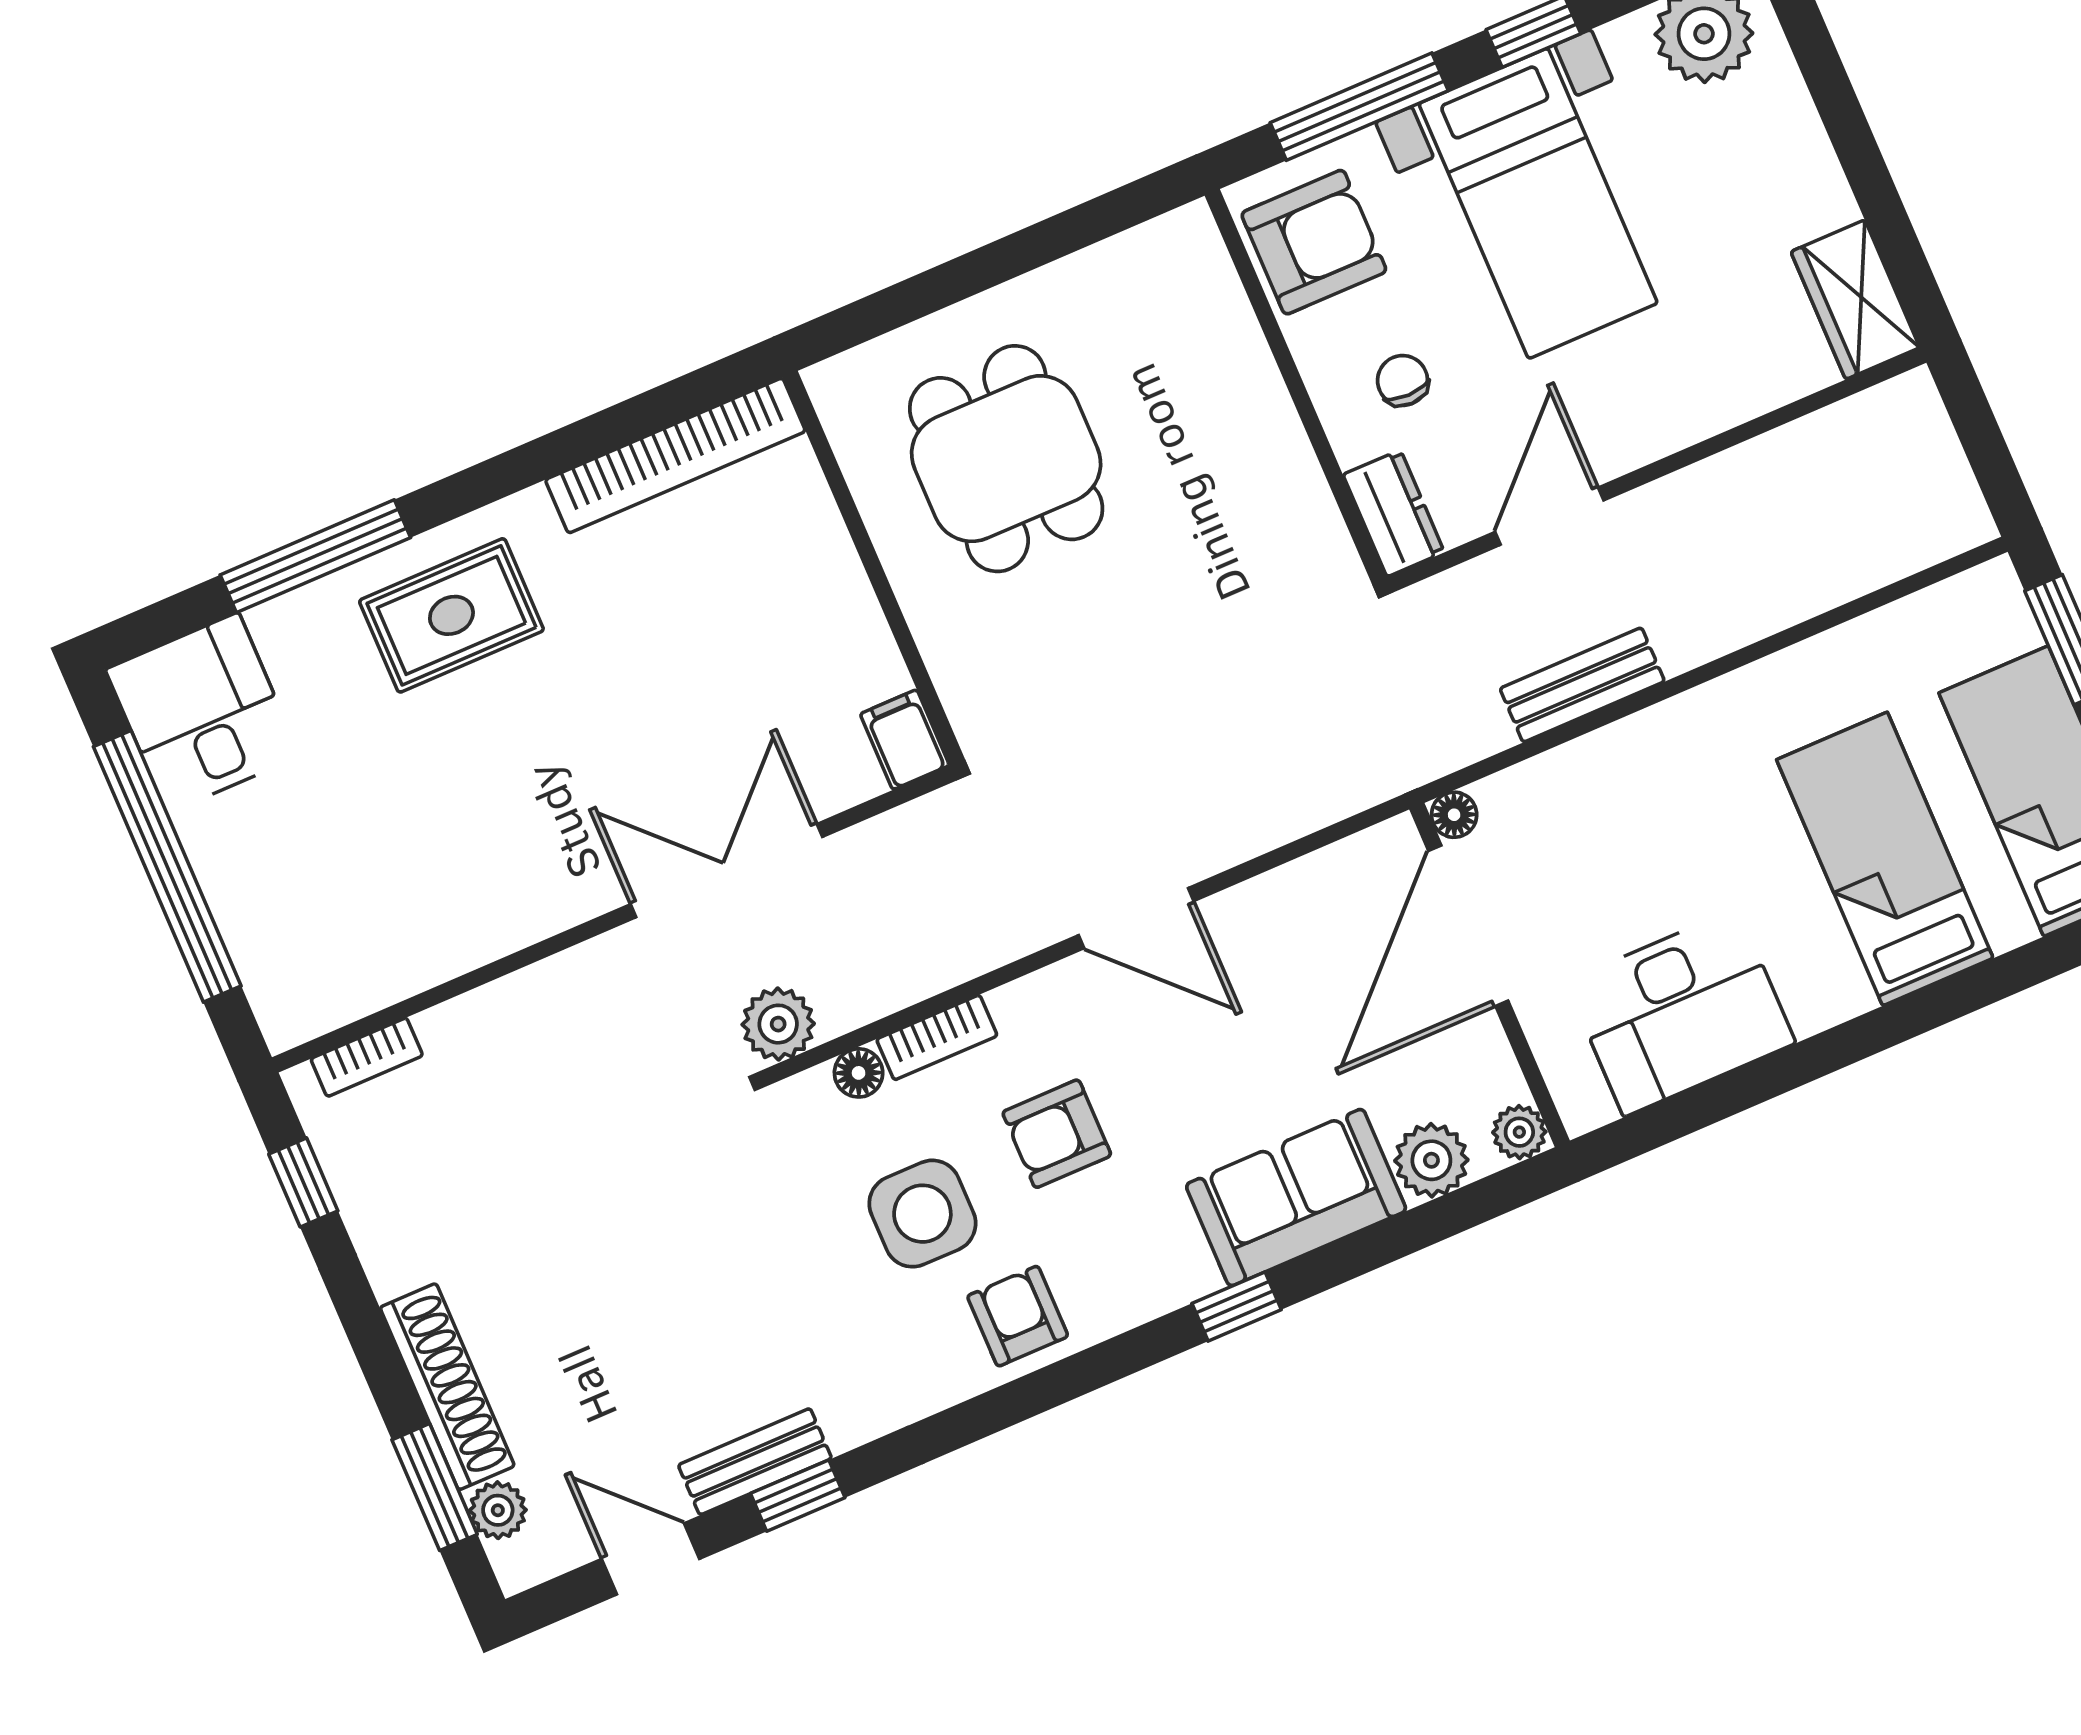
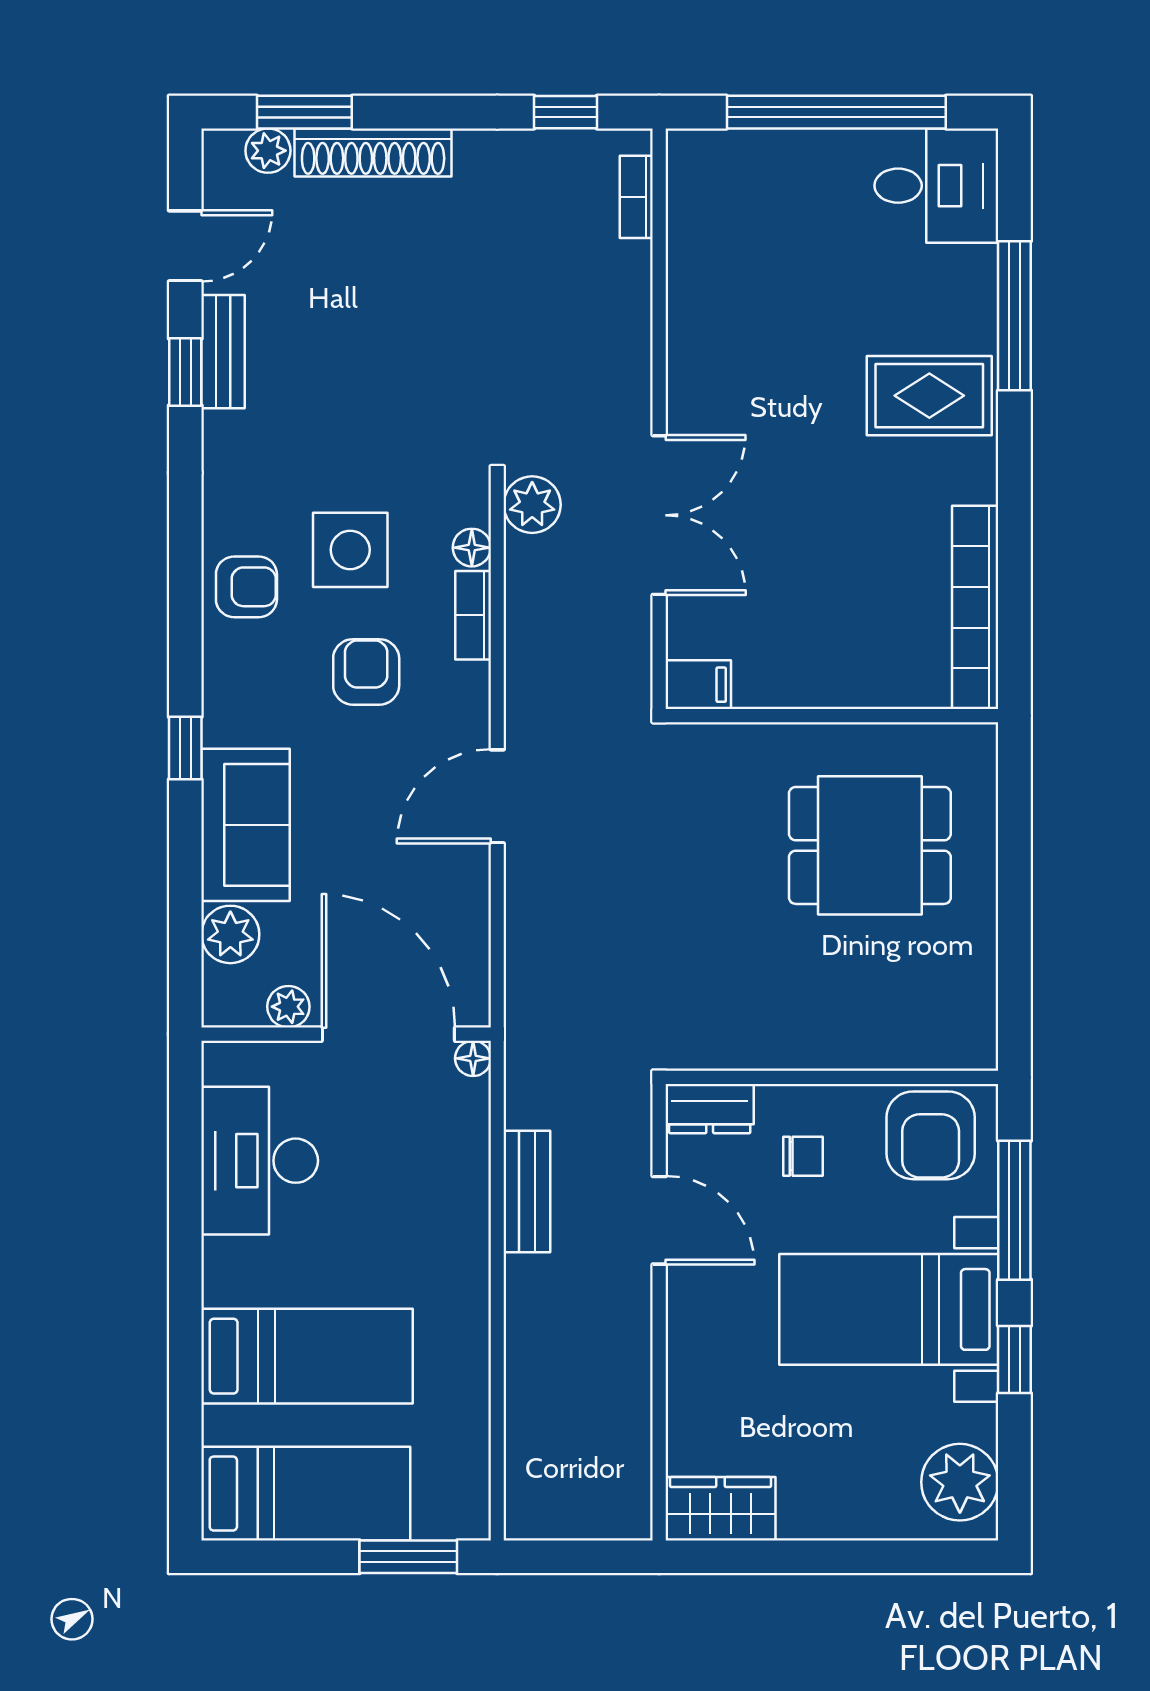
rug: (451, 615) -> (929, 396), turned 90
plant: (1519, 1132) -> (288, 1007), moved

